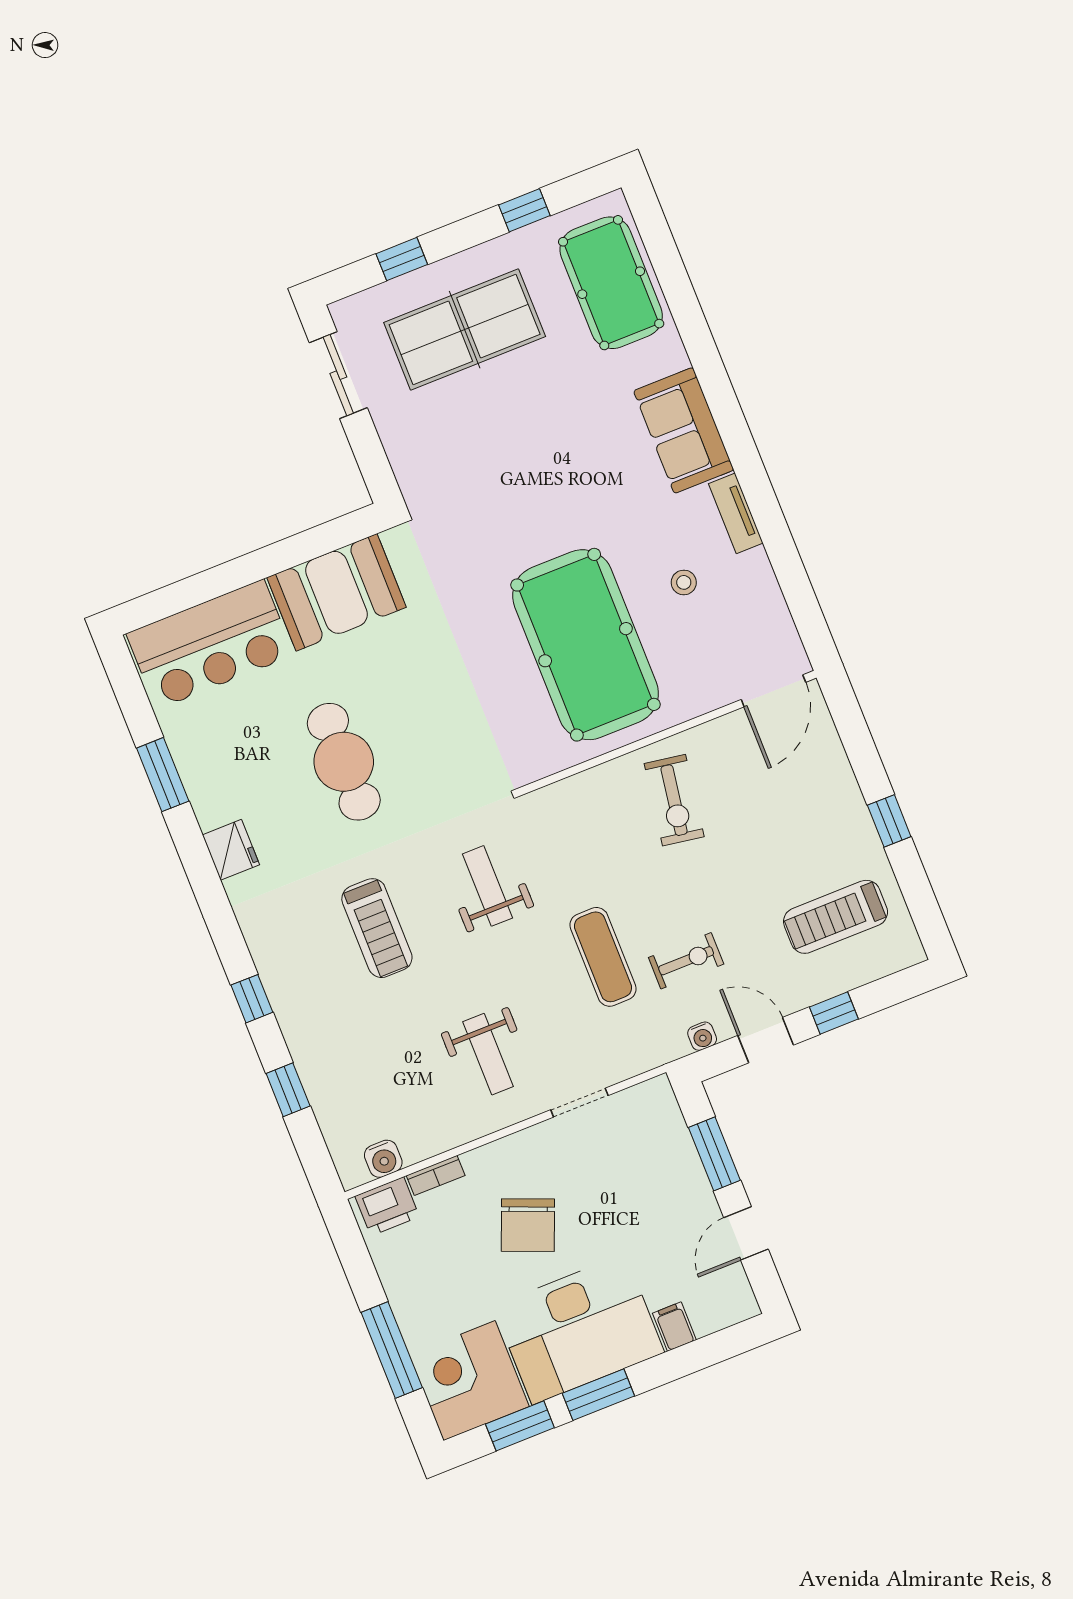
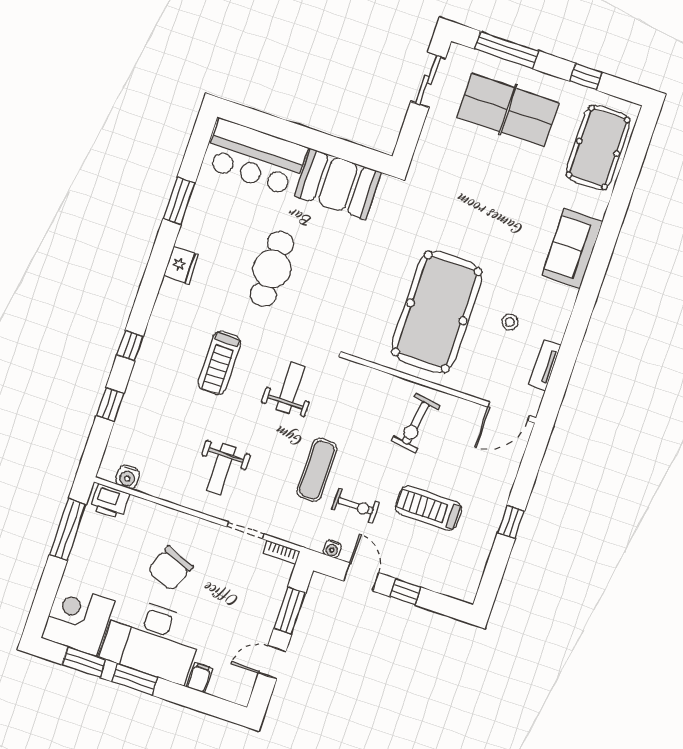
window: (402, 259) -> (507, 50), width x2.17
tv unit: (736, 513) -> (545, 365), moved
treadmill: (836, 917) -> (429, 508), moved
bookcase: (436, 1175) -> (281, 552), moved
window: (392, 1350) -> (68, 530), moved

